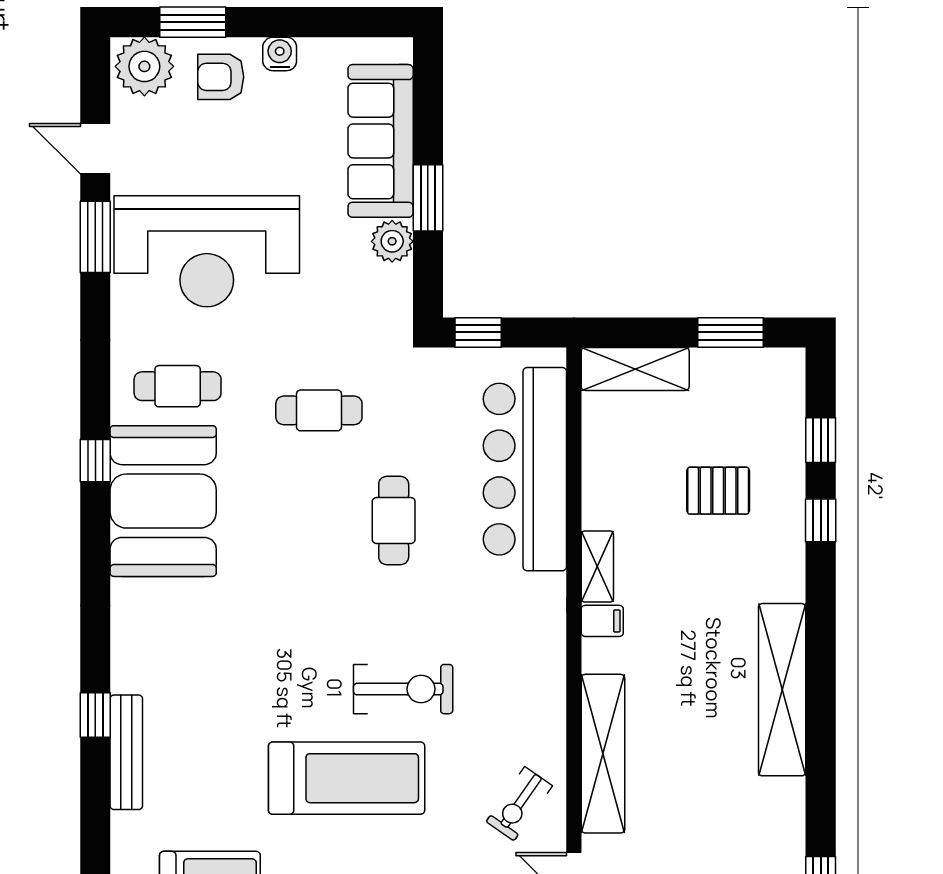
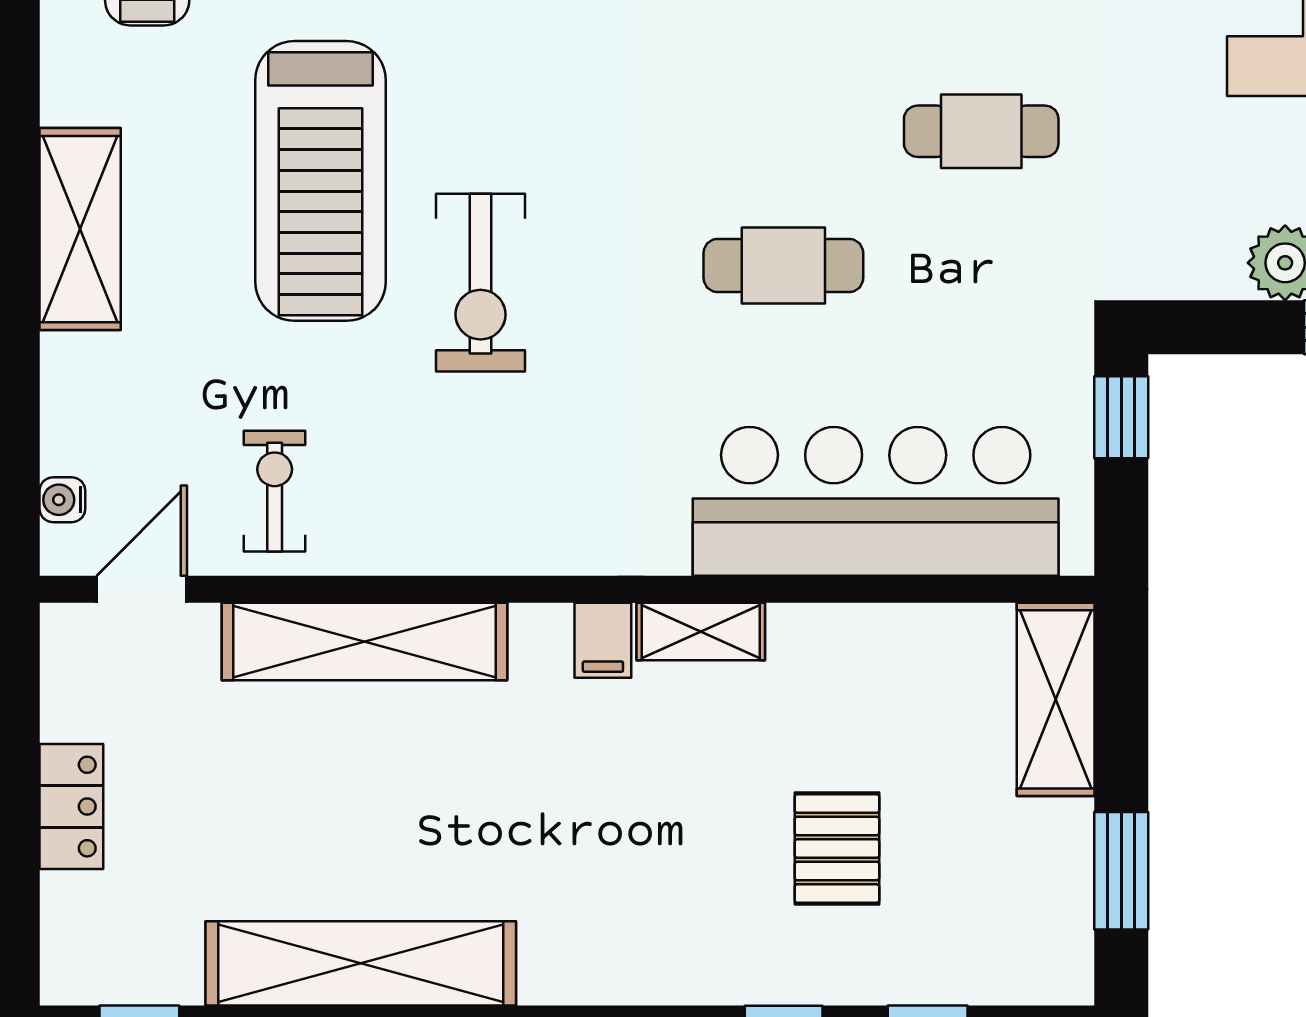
cafe table: (319, 410) -> (981, 131), turned 90
shelving: (782, 690) -> (361, 963), moved
exercise bike: (519, 804) -> (275, 491), turned 55

